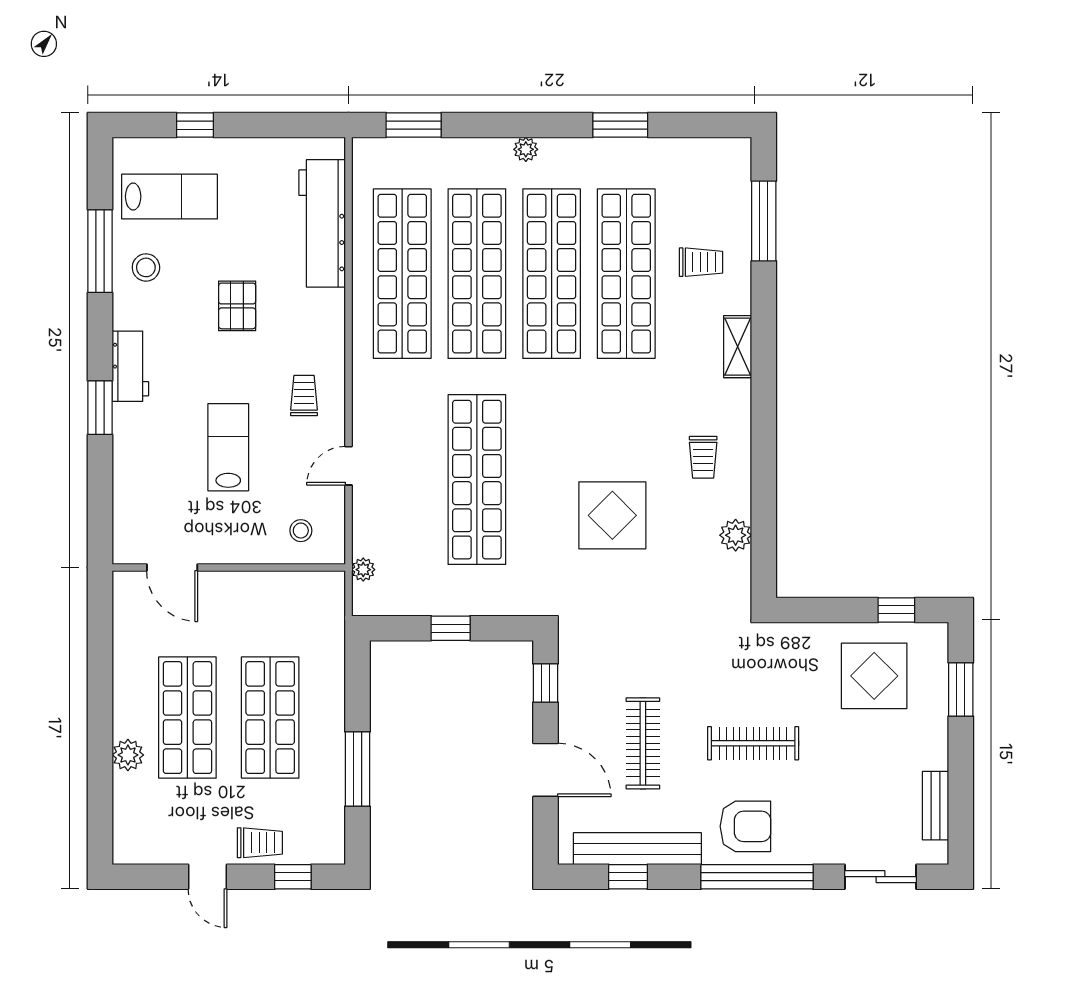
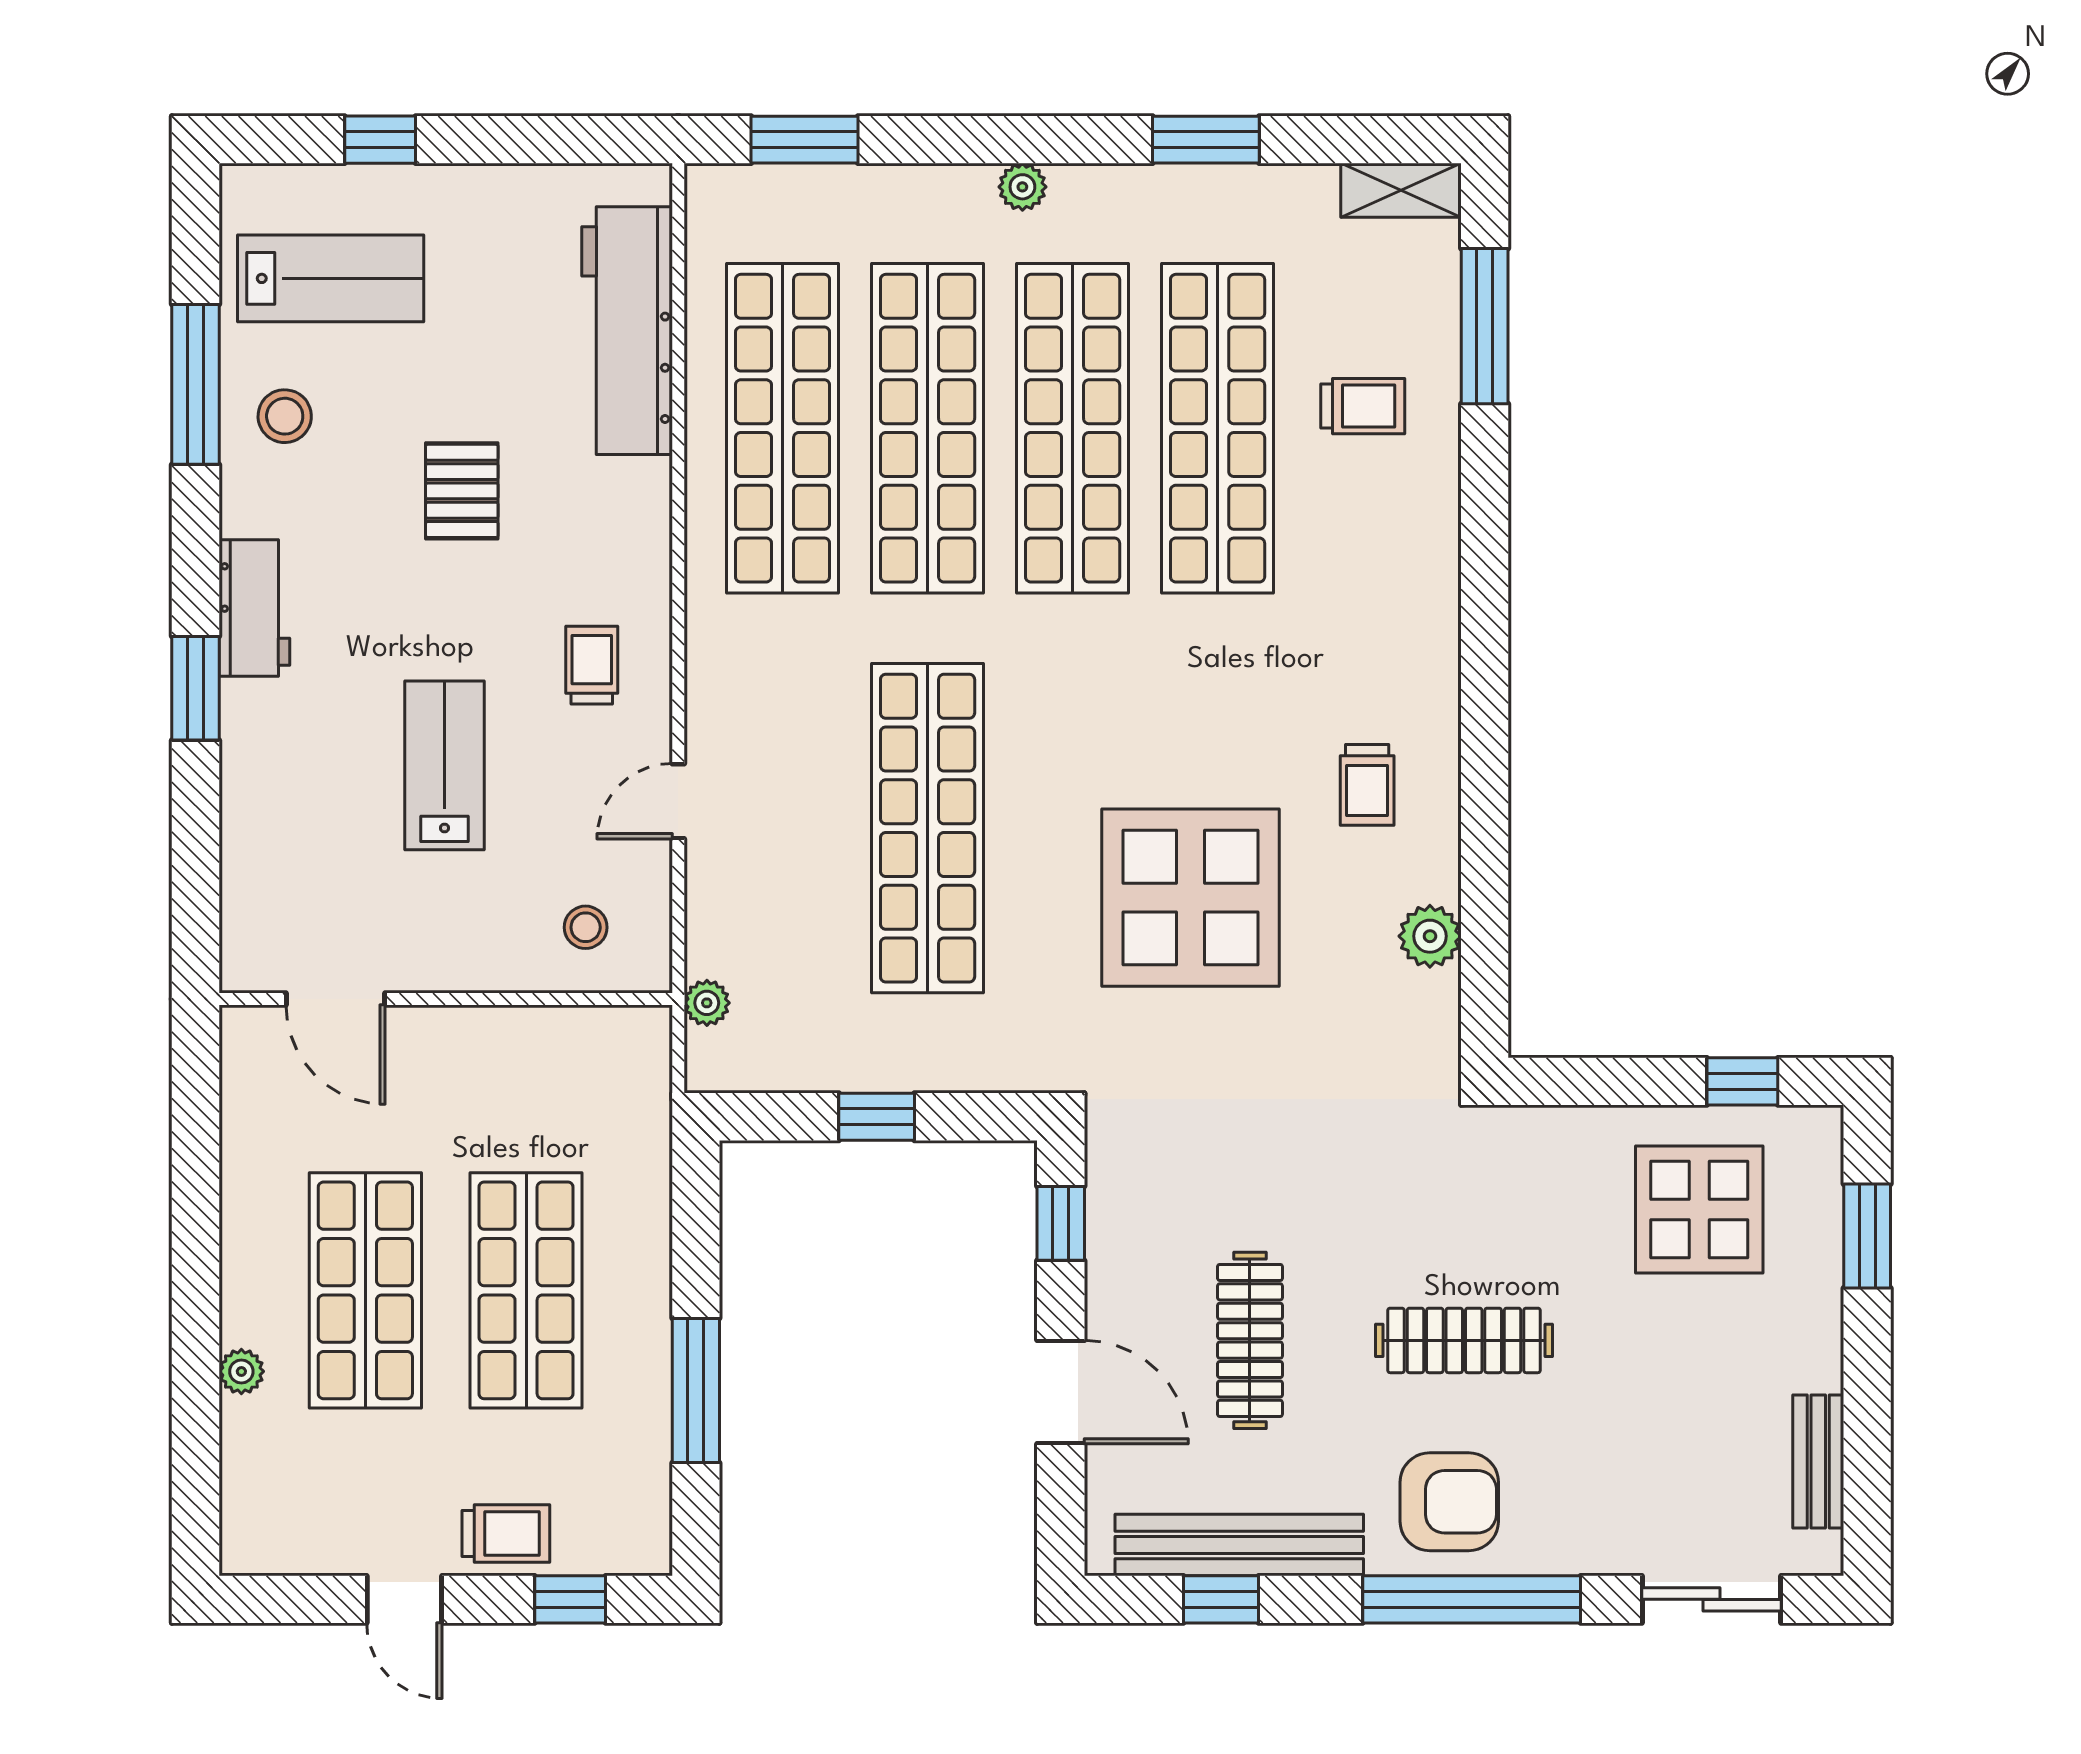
shelving: (738, 347) -> (1401, 190), moved, turned 90
display table: (612, 515) -> (1191, 898), width x1.36, depth x1.36
plant: (128, 755) -> (241, 1371), width x0.73, depth x0.73

